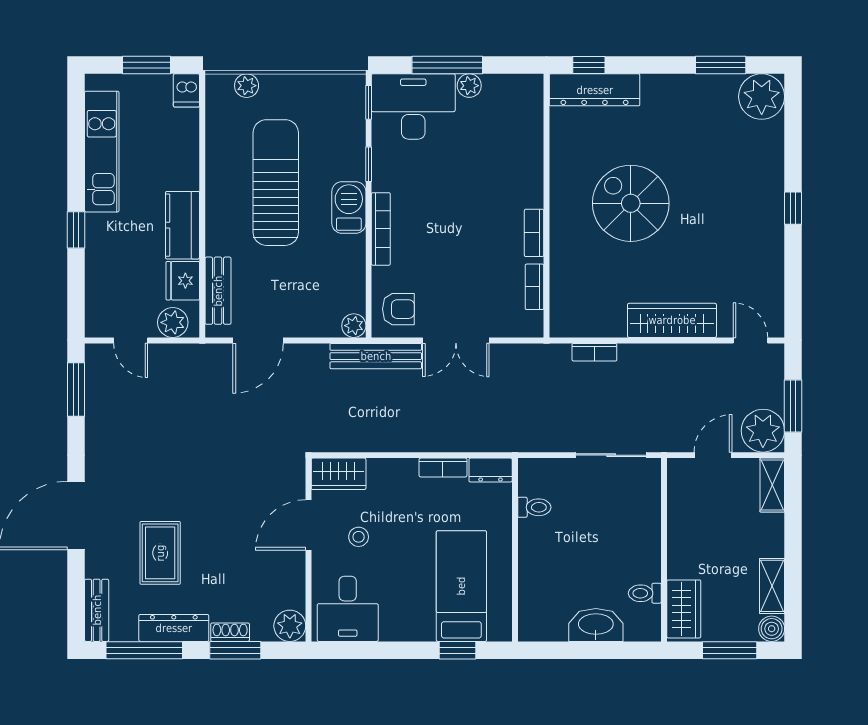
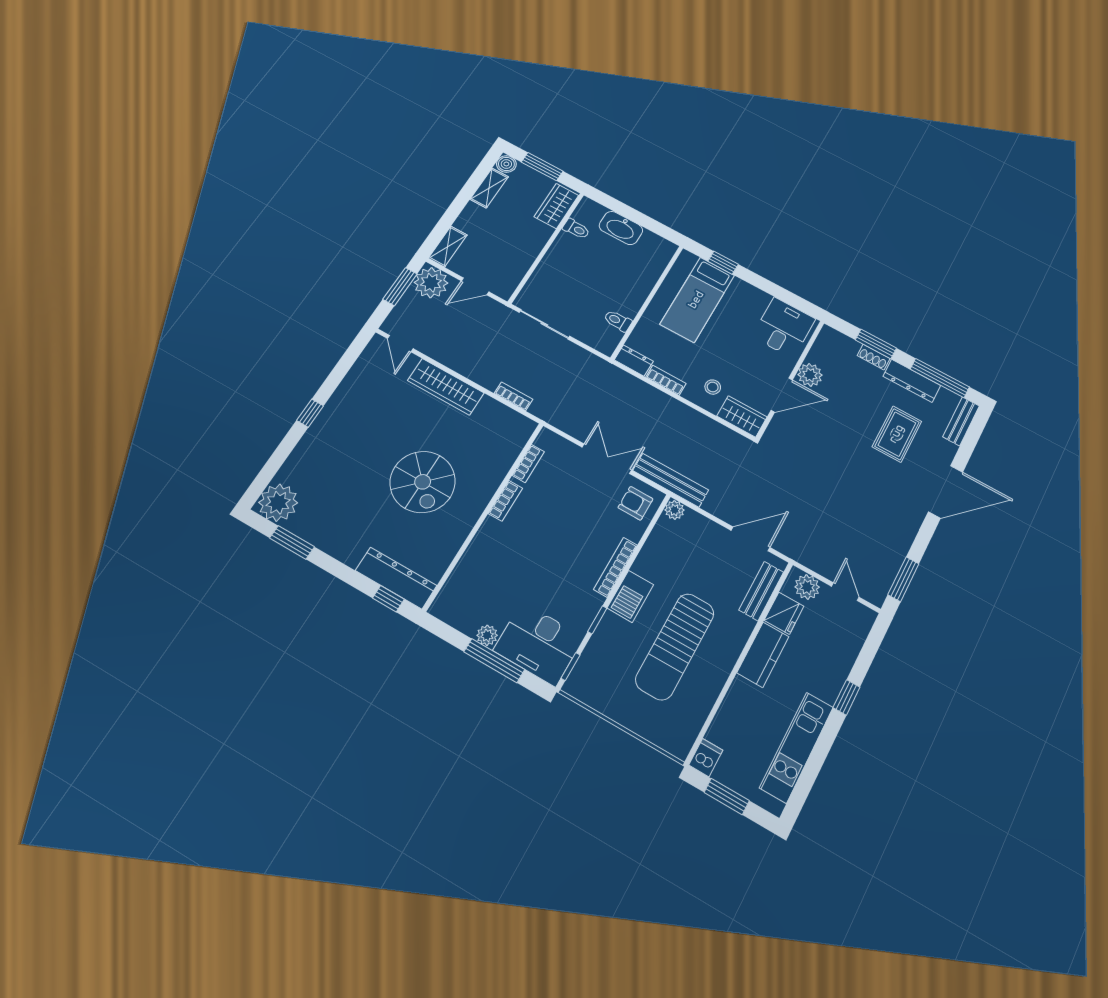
plant: (247, 86) -> (657, 734), removed
stool: (359, 537) -> (713, 387), moved
plant: (290, 626) -> (810, 375), moved

